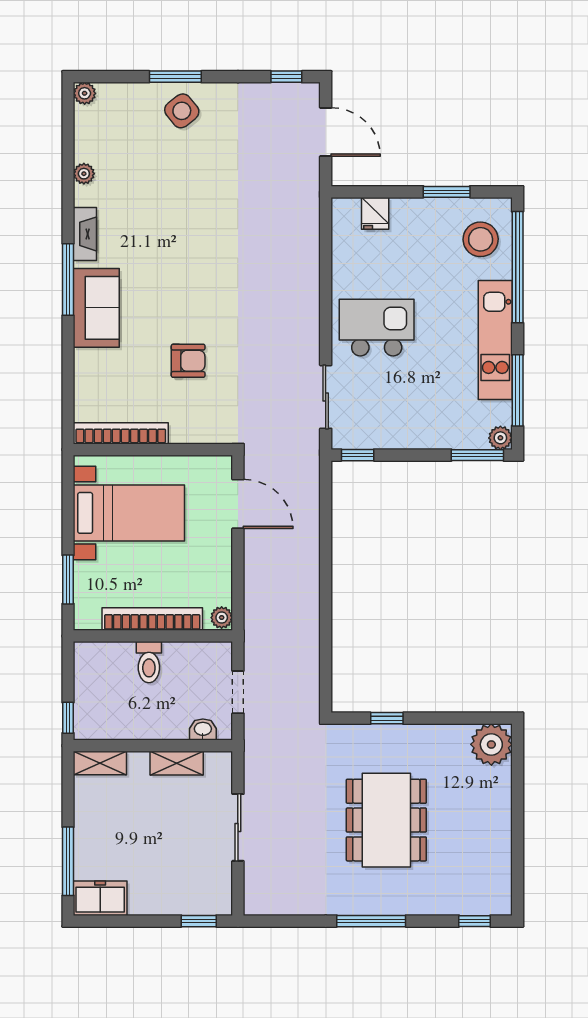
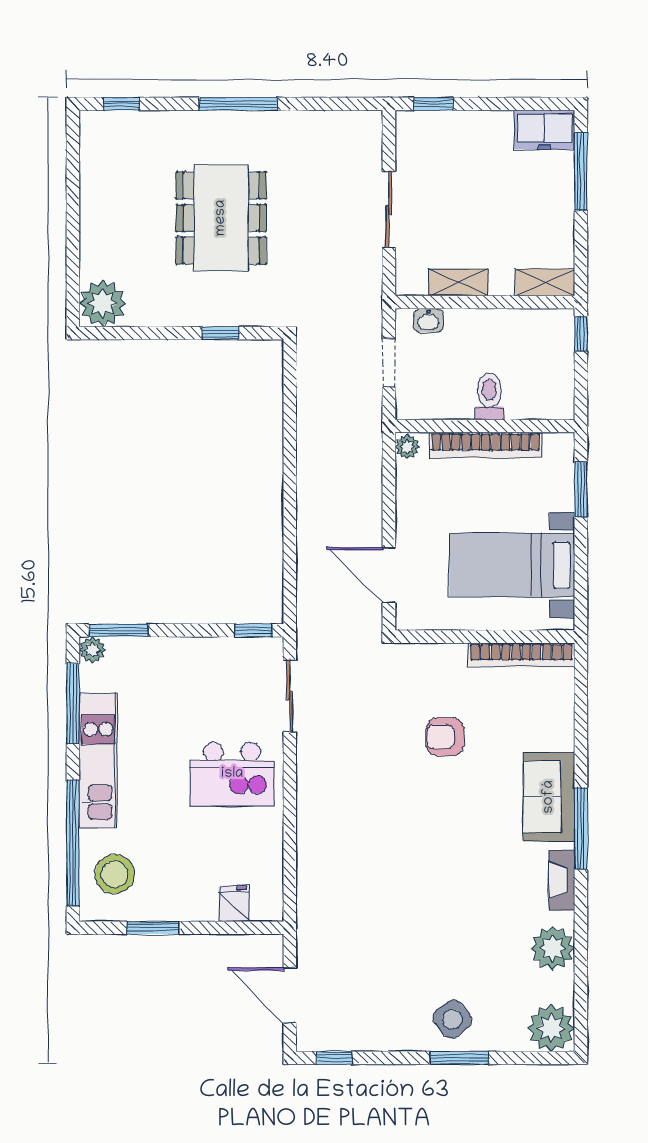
plant: (85, 93) -> (551, 1028), width x1.87, depth x1.87
plant: (84, 174) -> (553, 948), width x1.88, depth x1.88

